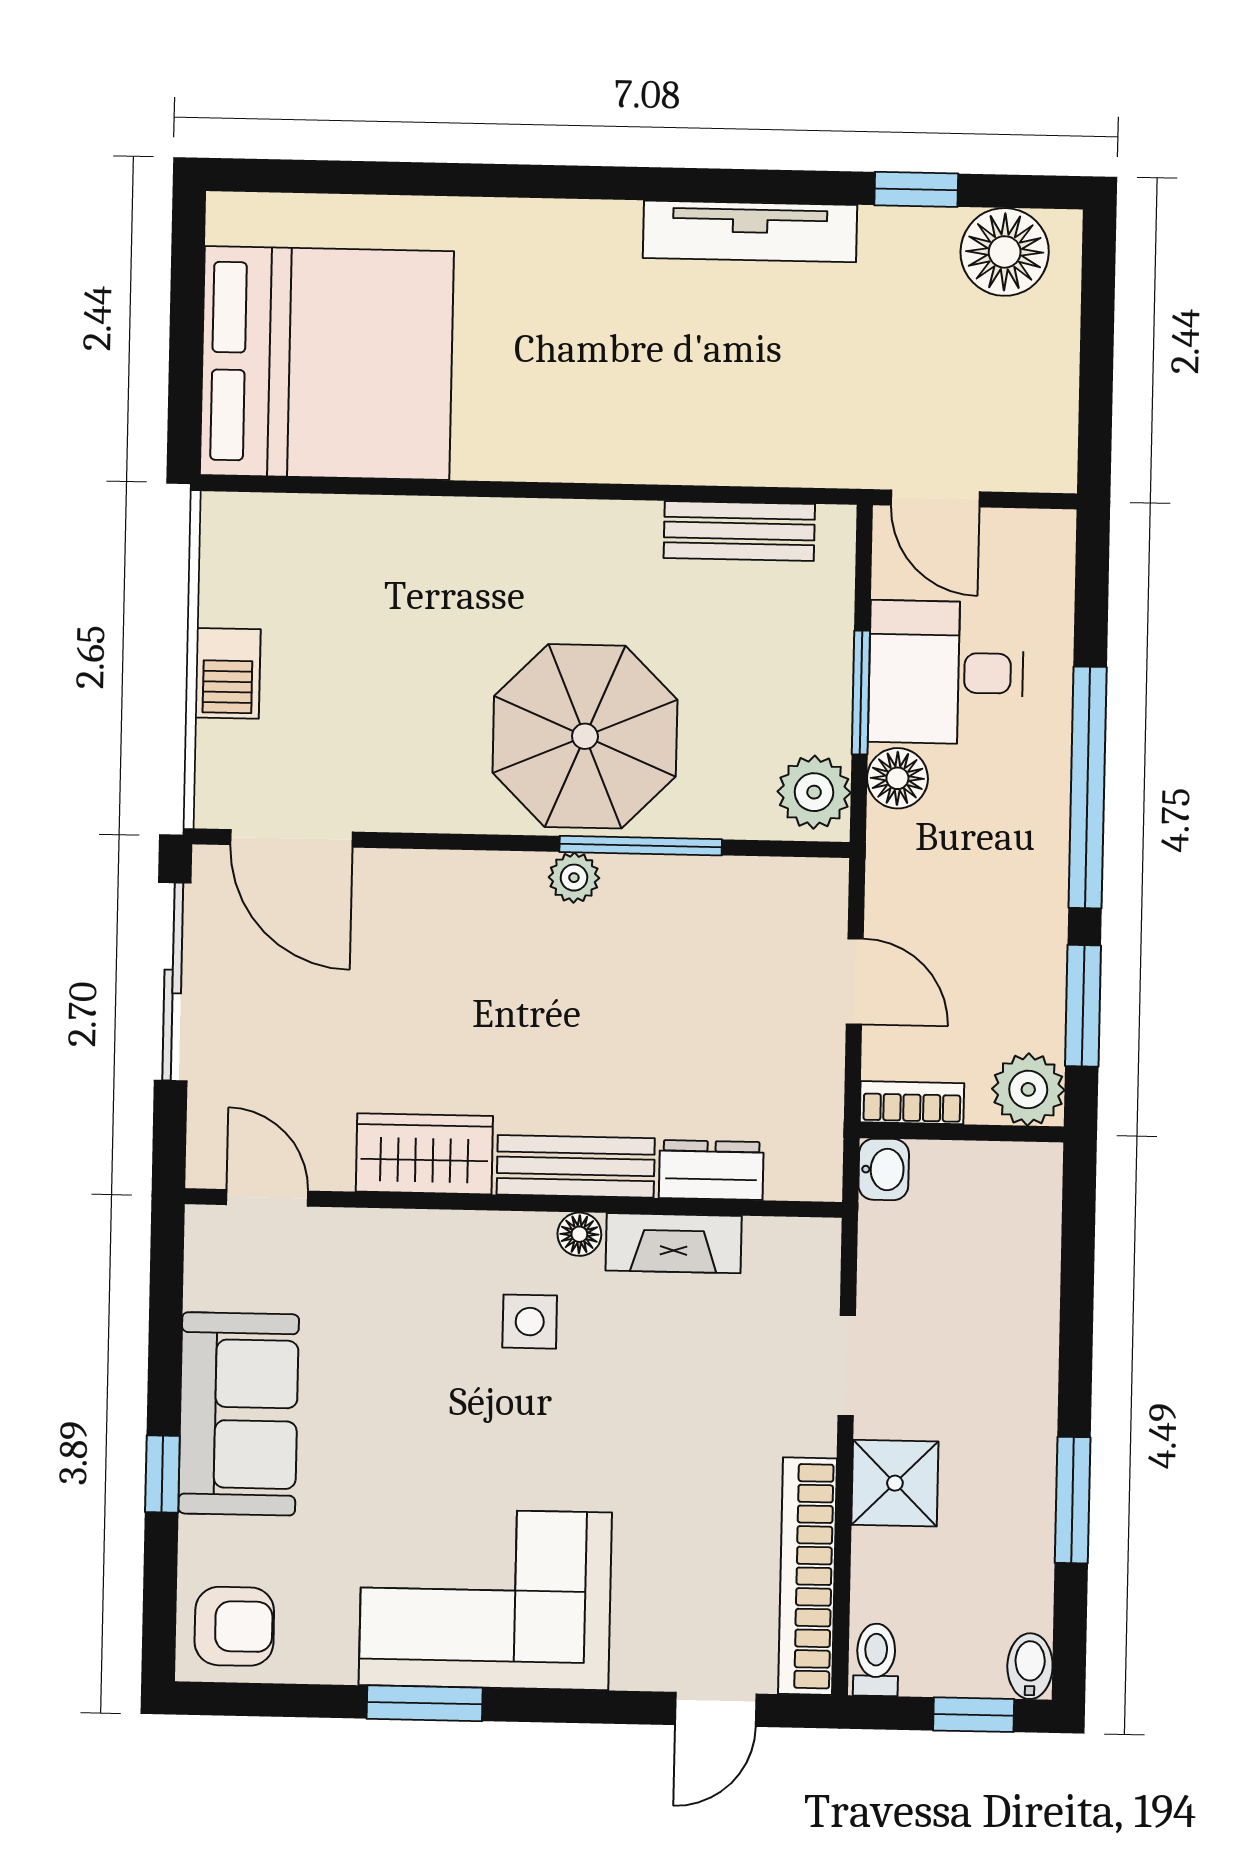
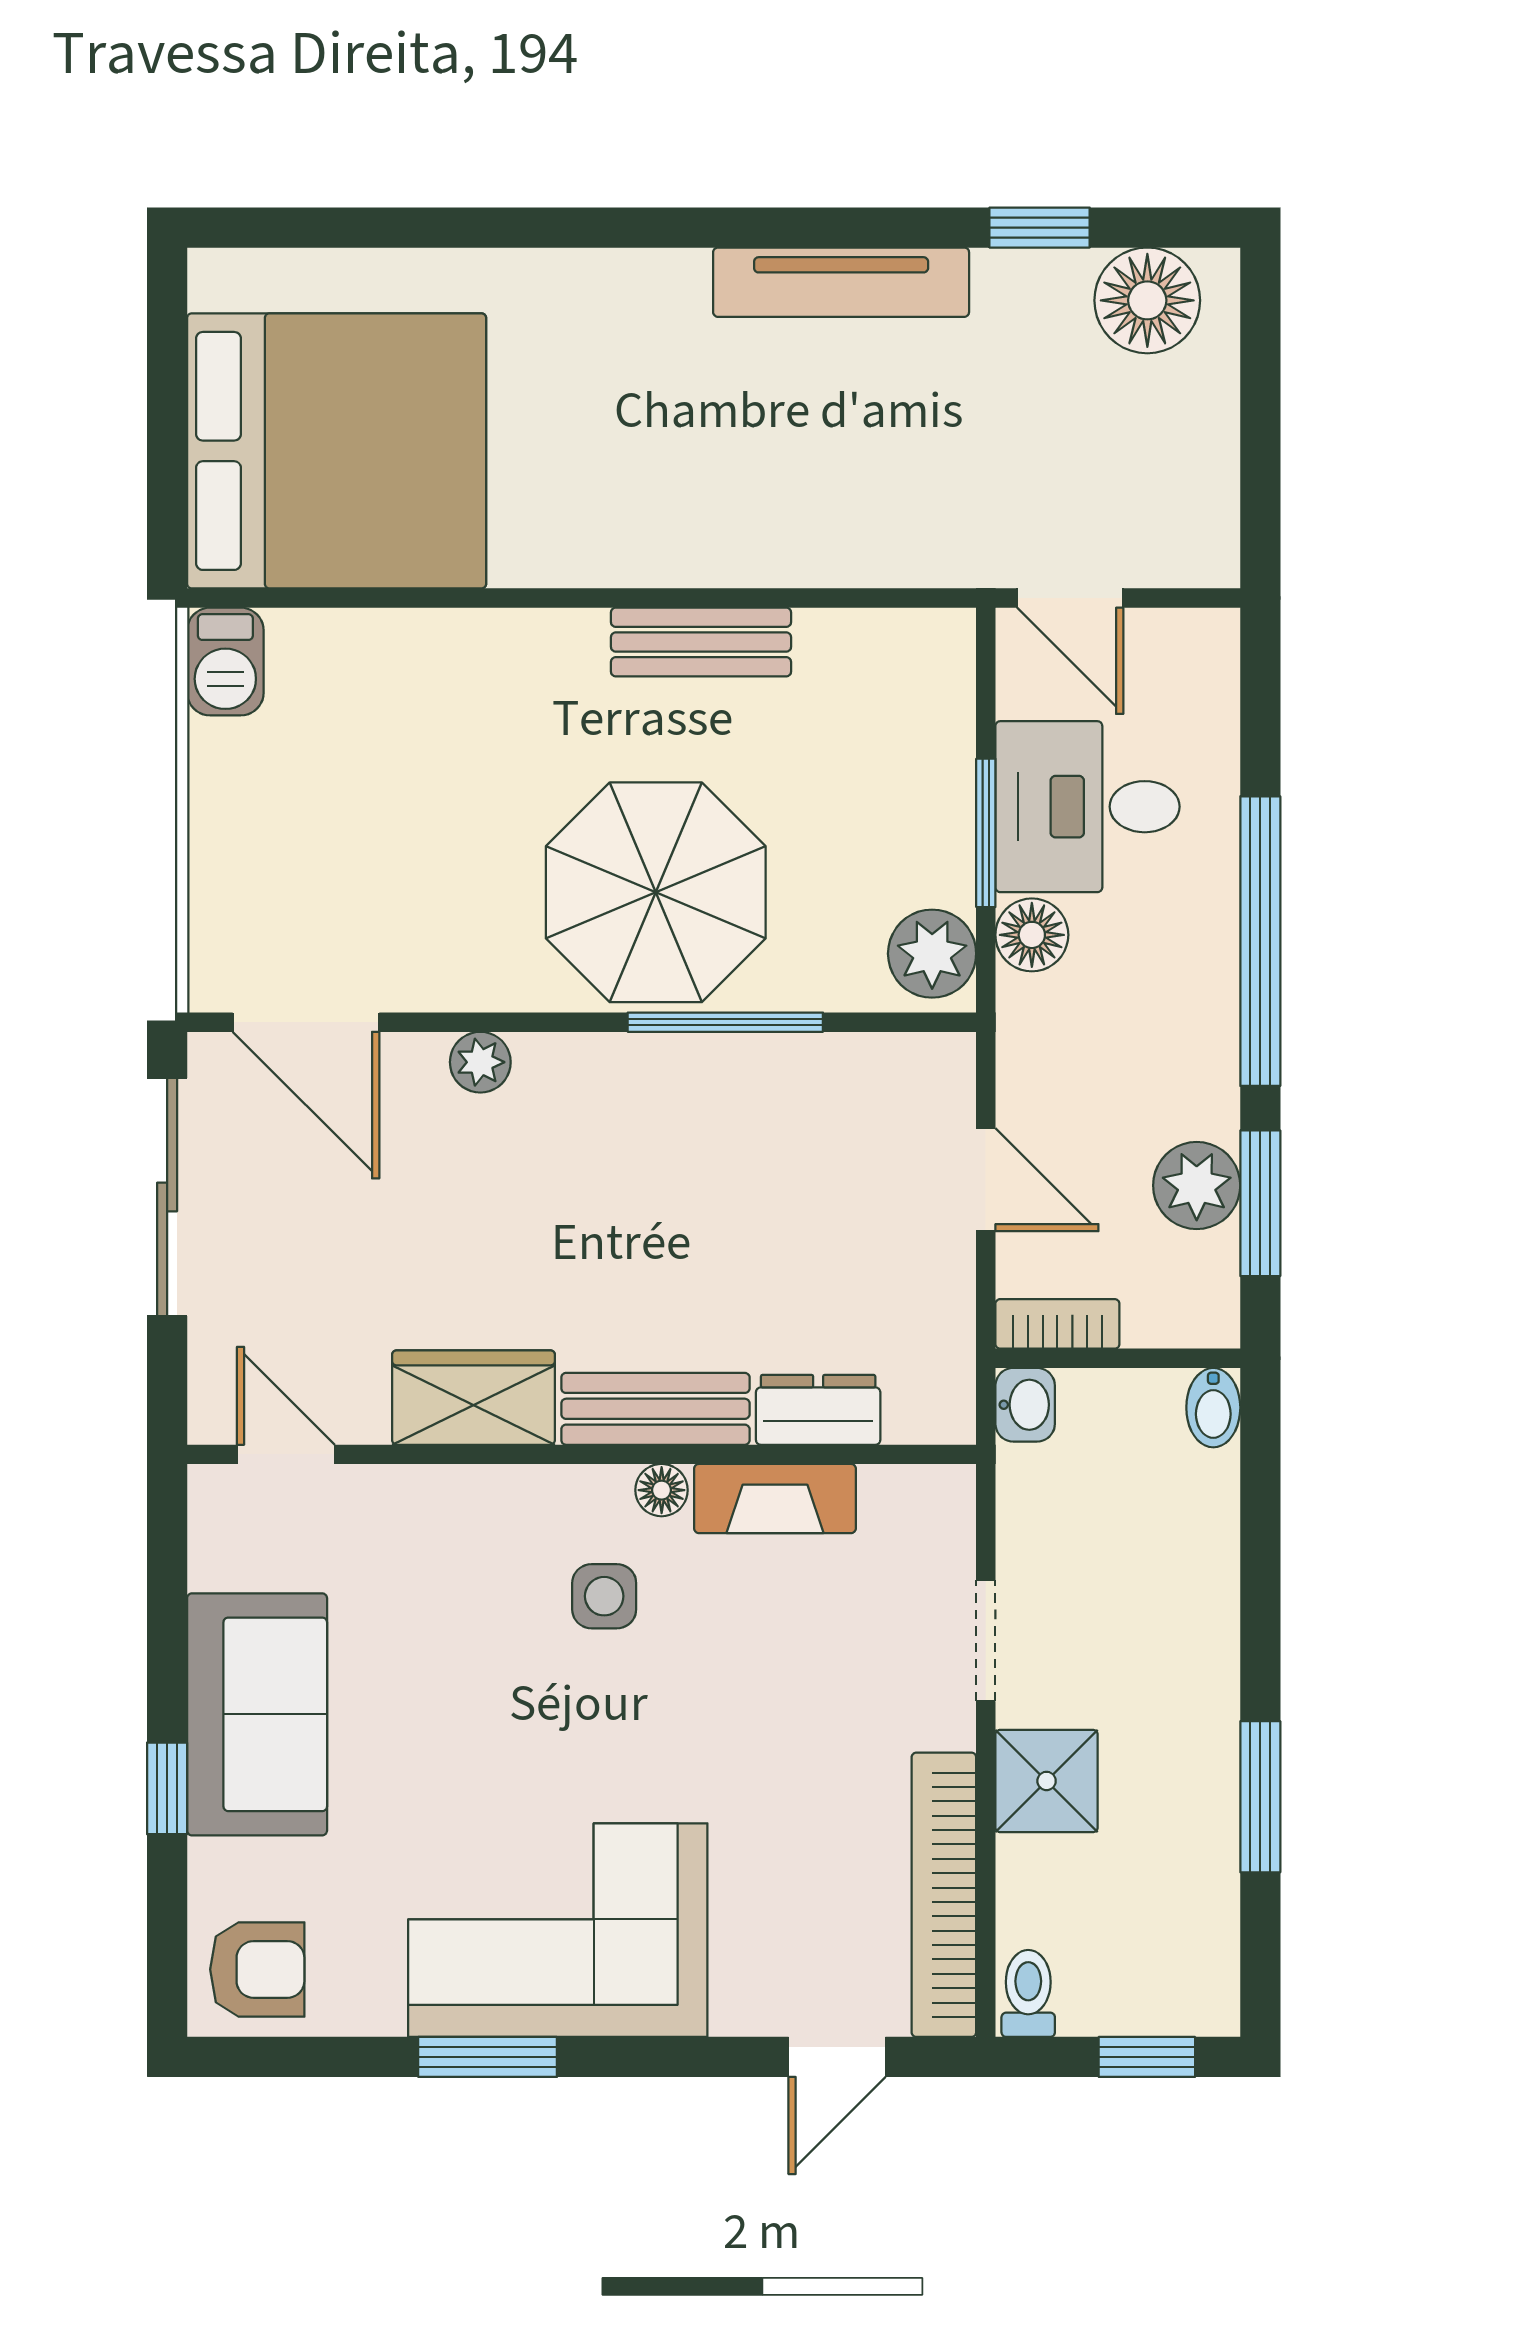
bench: (739, 531) -> (701, 642), moved
barbecue: (228, 673) -> (225, 662), moved
plant: (574, 878) -> (480, 1062), moved
plant: (1028, 1089) -> (1197, 1185), moved
bidet: (1030, 1666) -> (1213, 1408), moved, turned 180

